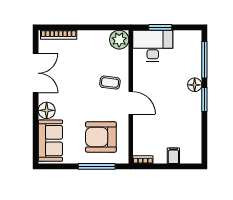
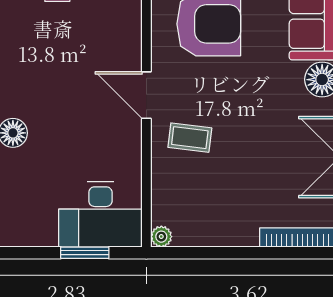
plant: (119, 40) -> (161, 237), width x0.53, depth x0.53

